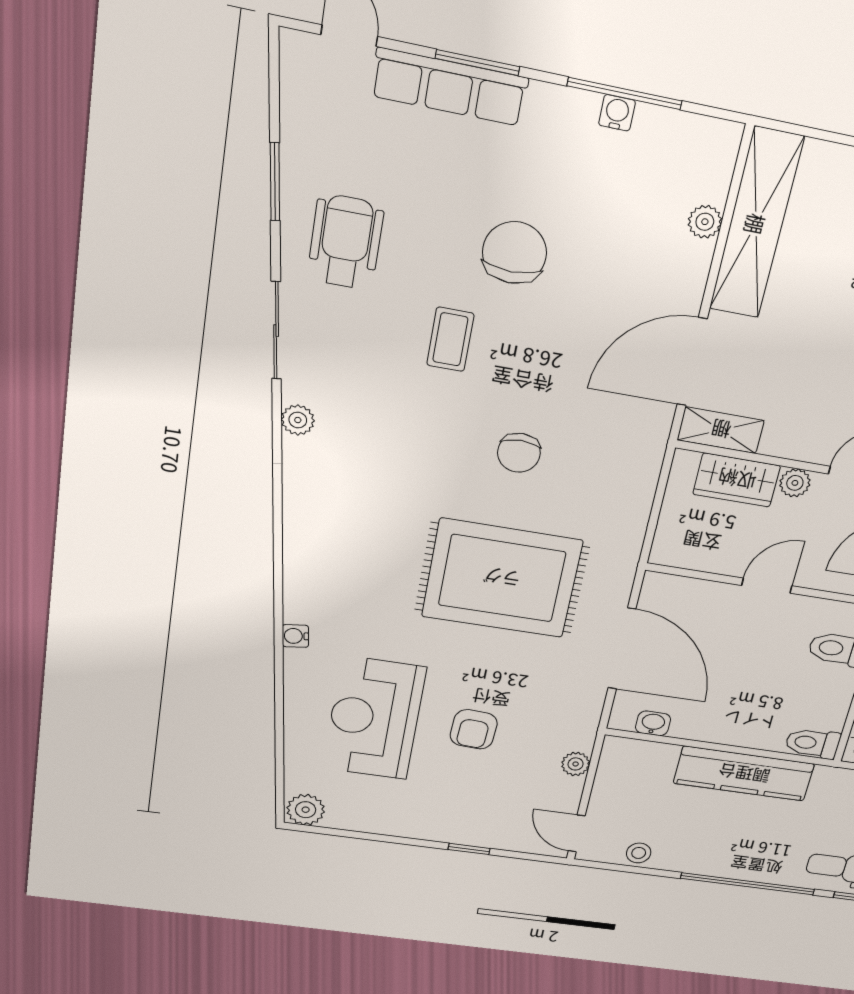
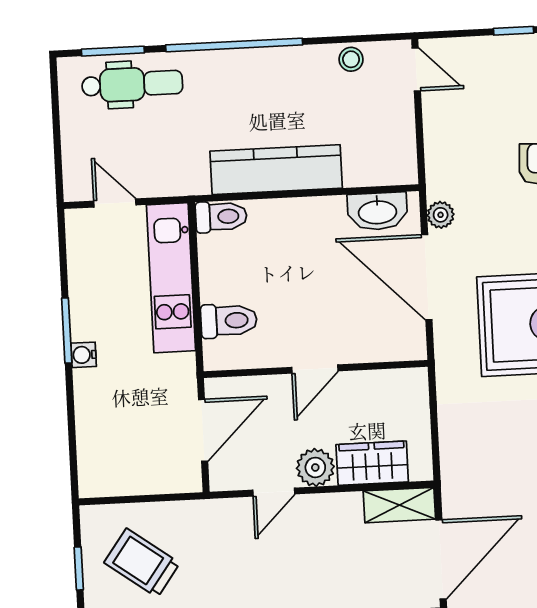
plant: (795, 483) -> (315, 467), width x1.38, depth x1.38
washbasin: (653, 723) -> (377, 211), width x1.91, depth x1.45
plant: (576, 764) -> (441, 215), moved

